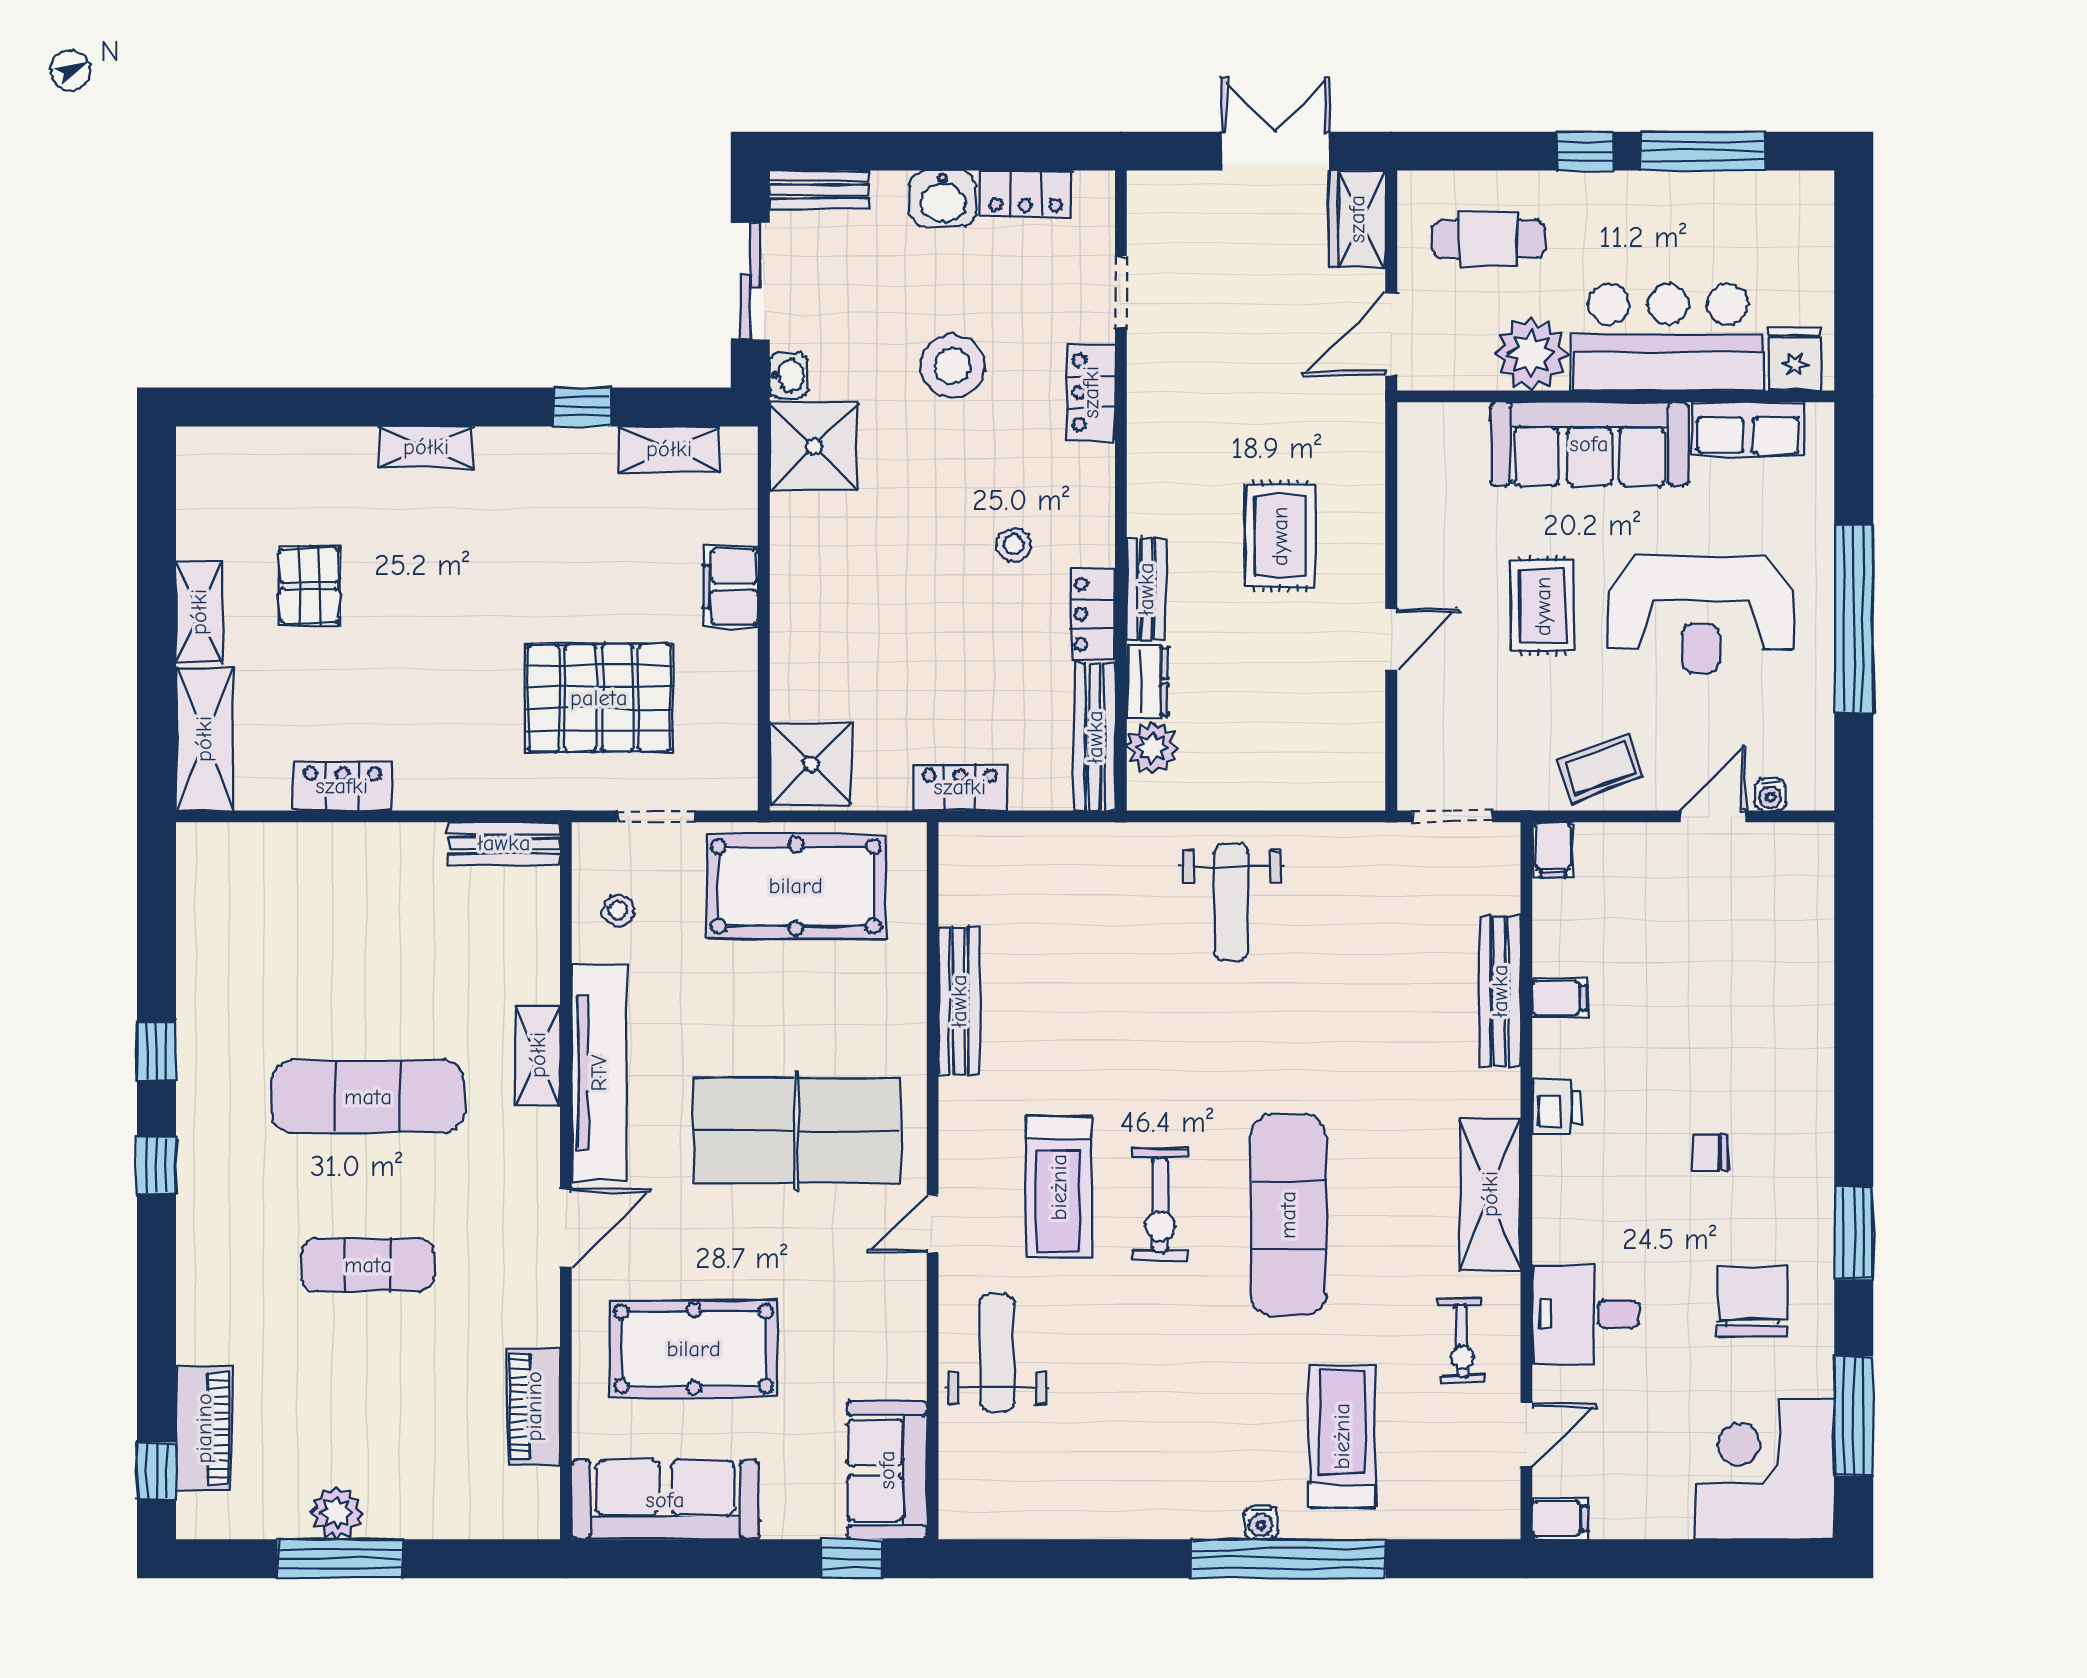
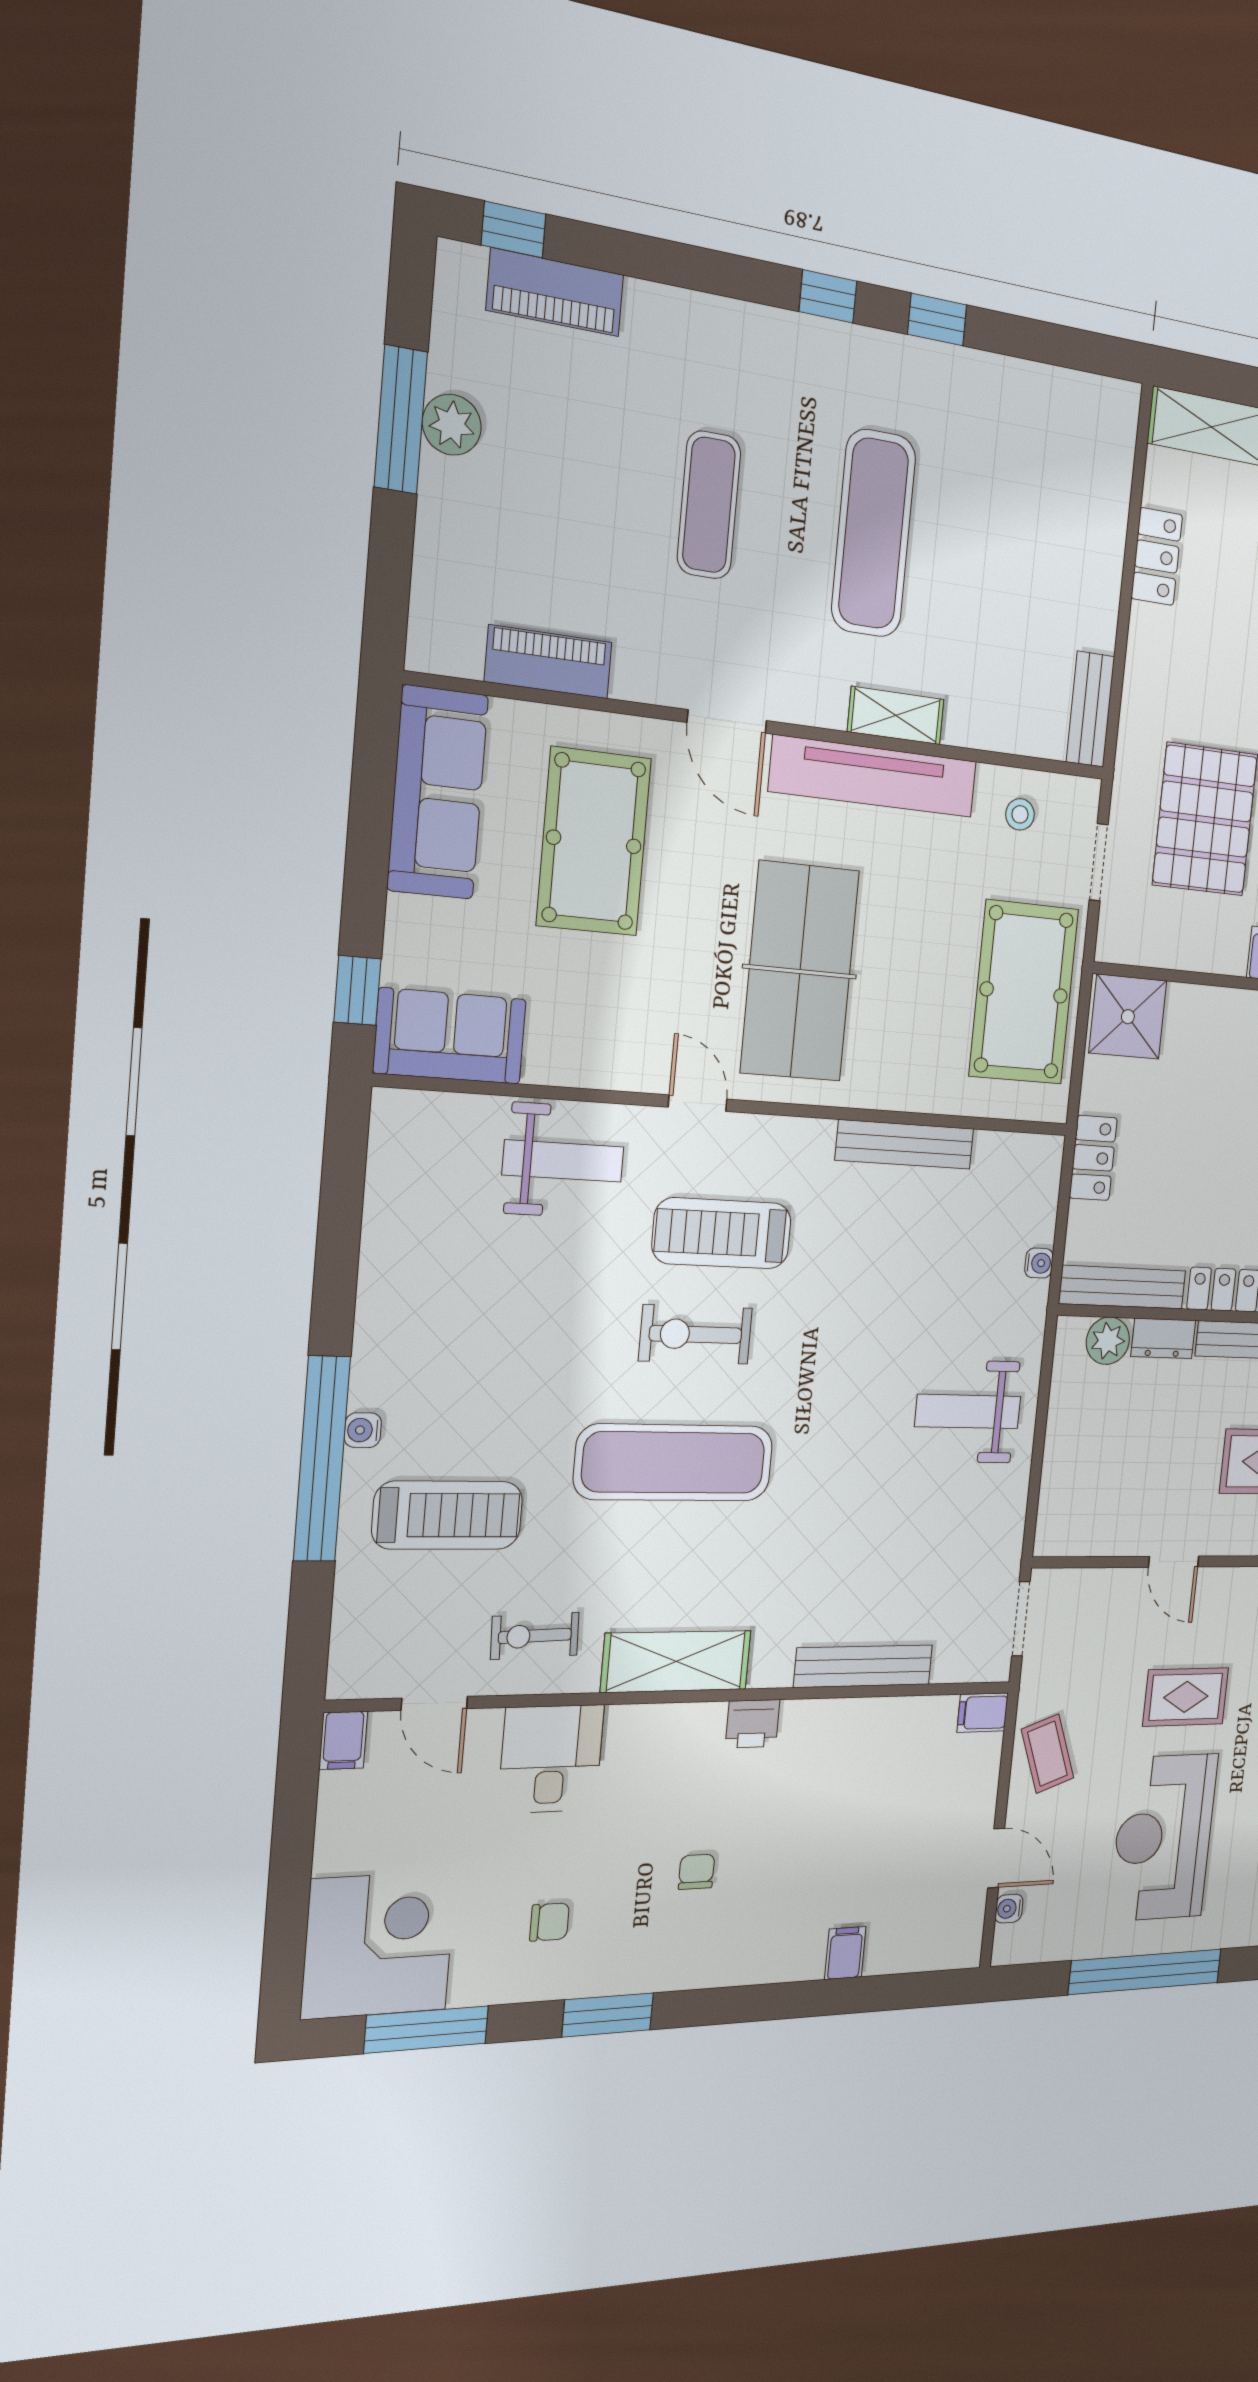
water cooler: (1073, 838) -> (1039, 1263), added
filing cabinet: (1560, 998) -> (845, 1953), moved, turned 180
chair: (1752, 1302) -> (549, 1922), width x0.54, depth x0.54

